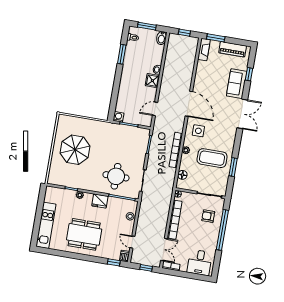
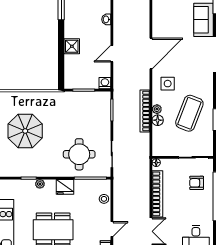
shower: (152, 81) -> (72, 46), moved
door: (189, 104) -> (151, 54), hinge flipped
door: (155, 109) -> (112, 54), moved
washing machine: (118, 117) -> (105, 83), moved
coffee table: (212, 158) -> (189, 113), turned -69
floor lamp: (182, 175) -> (158, 120), moved
door: (132, 242) -> (112, 229), swing flipped

